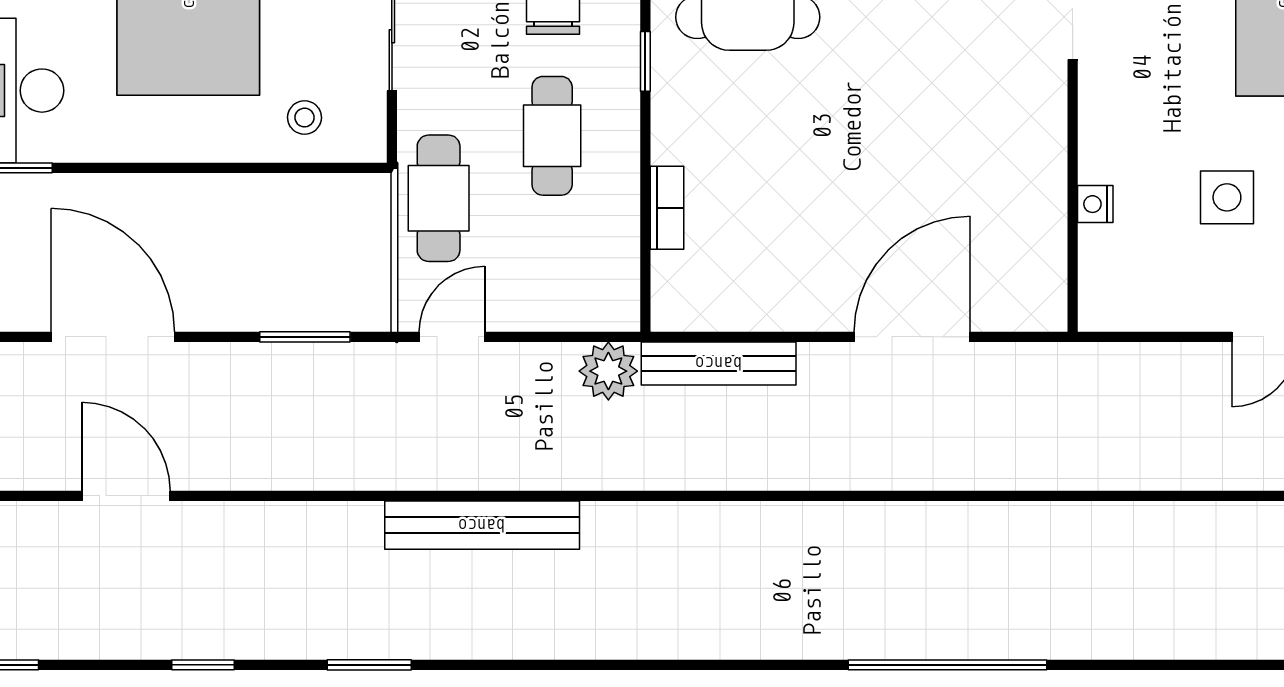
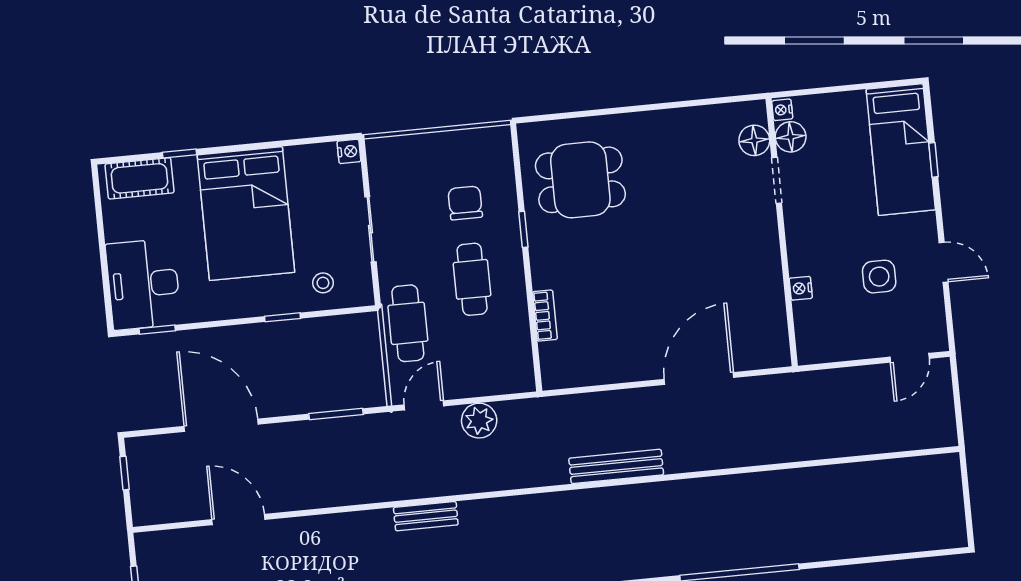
window: (232, 168) -> (283, 317), added
bench: (719, 363) -> (616, 466), moved
plant: (608, 371) -> (479, 421), moved
bench: (482, 525) -> (426, 516), width x0.54, depth x0.82

